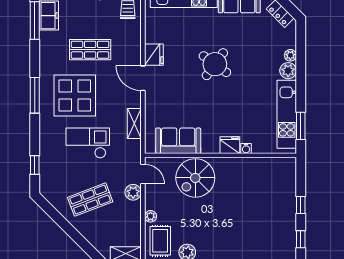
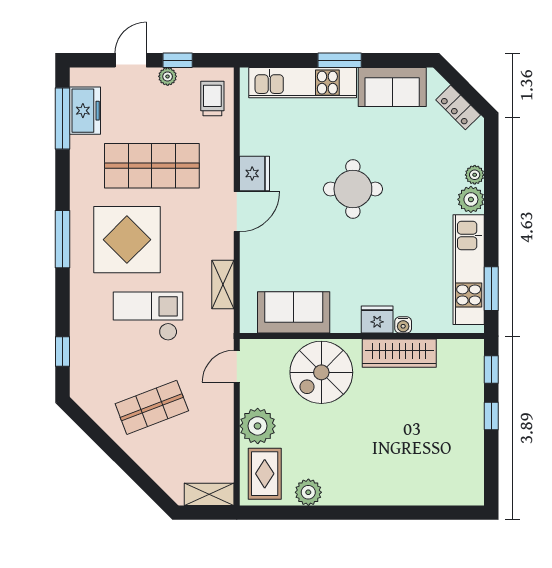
shop shelf: (90, 50) -> (152, 166), width x1.43, depth x1.36
round table: (215, 64) -> (353, 189), turned -36
door: (143, 78) -> (237, 212), swing flipped
wardrobe: (244, 166) -> (399, 353), added
door: (143, 174) -> (237, 366), swing flipped
plant: (133, 192) -> (221, 396), removed
plant: (151, 216) -> (258, 426), width x1.88, depth x1.88
window: (301, 239) -> (491, 370), moved

